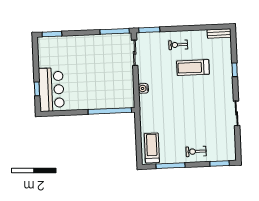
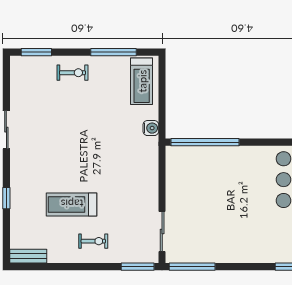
treadmill: (193, 68) -> (72, 204), turned 180
water cooler: (143, 88) -> (151, 128), moved

